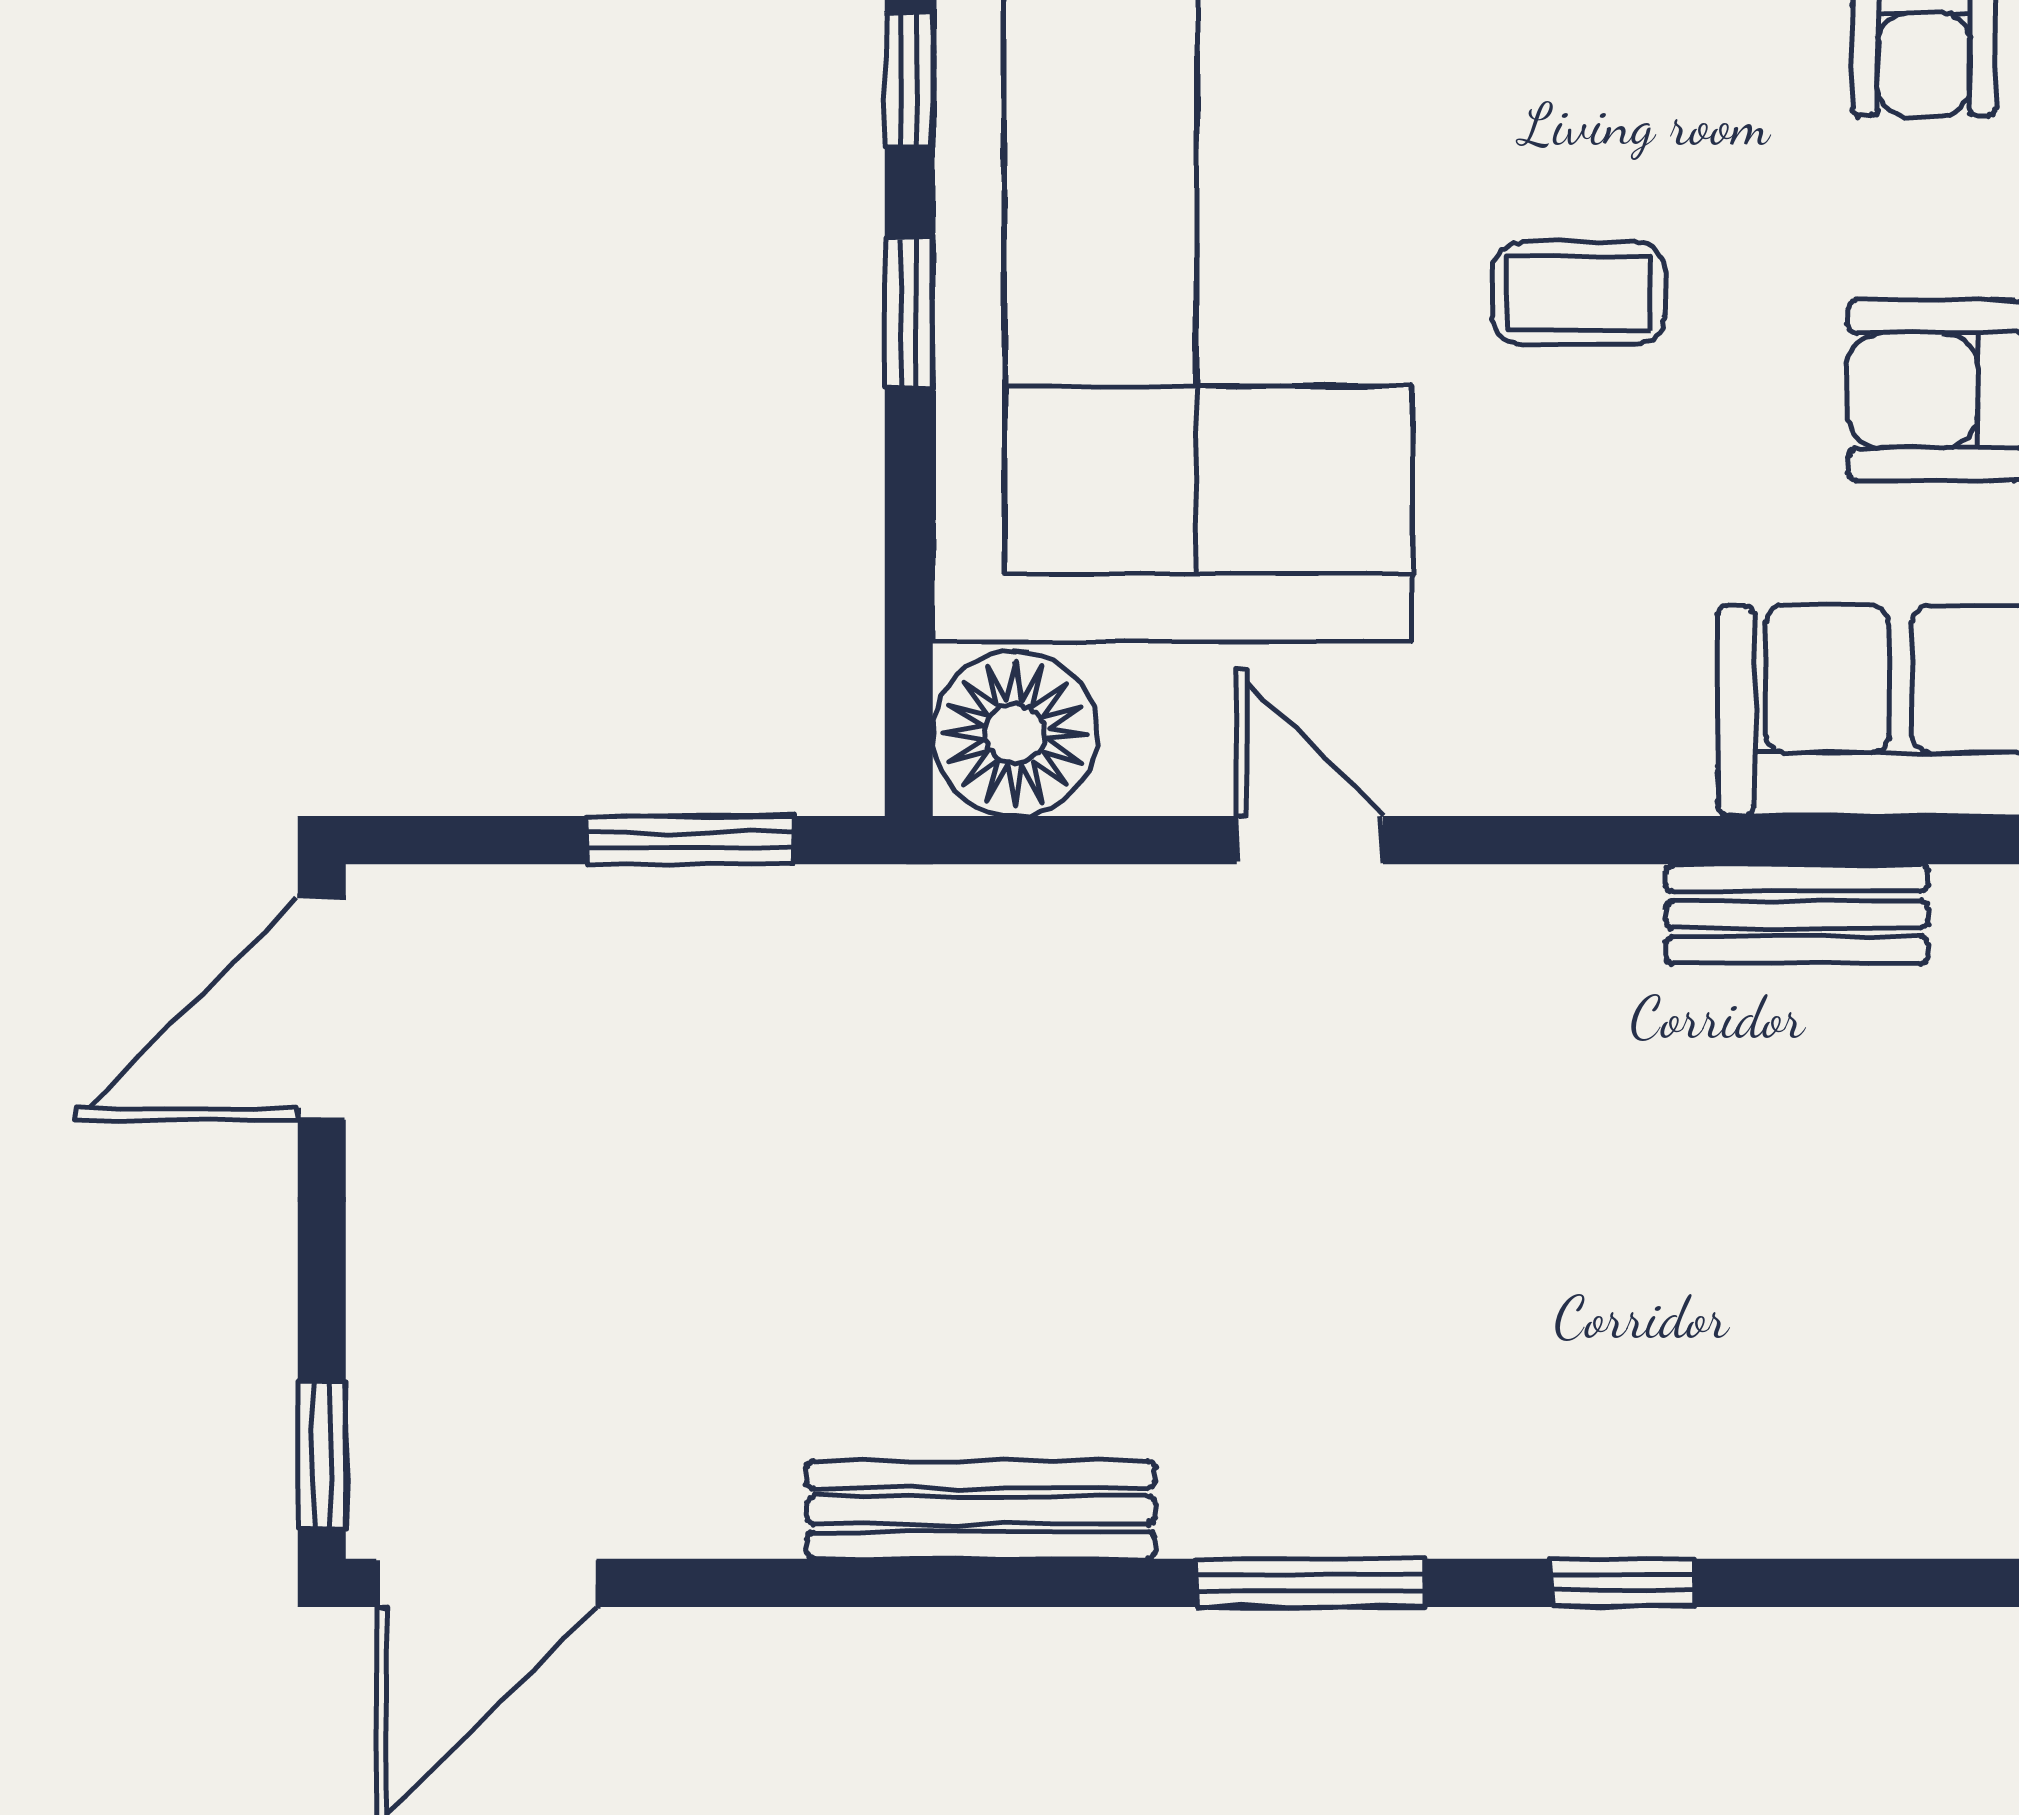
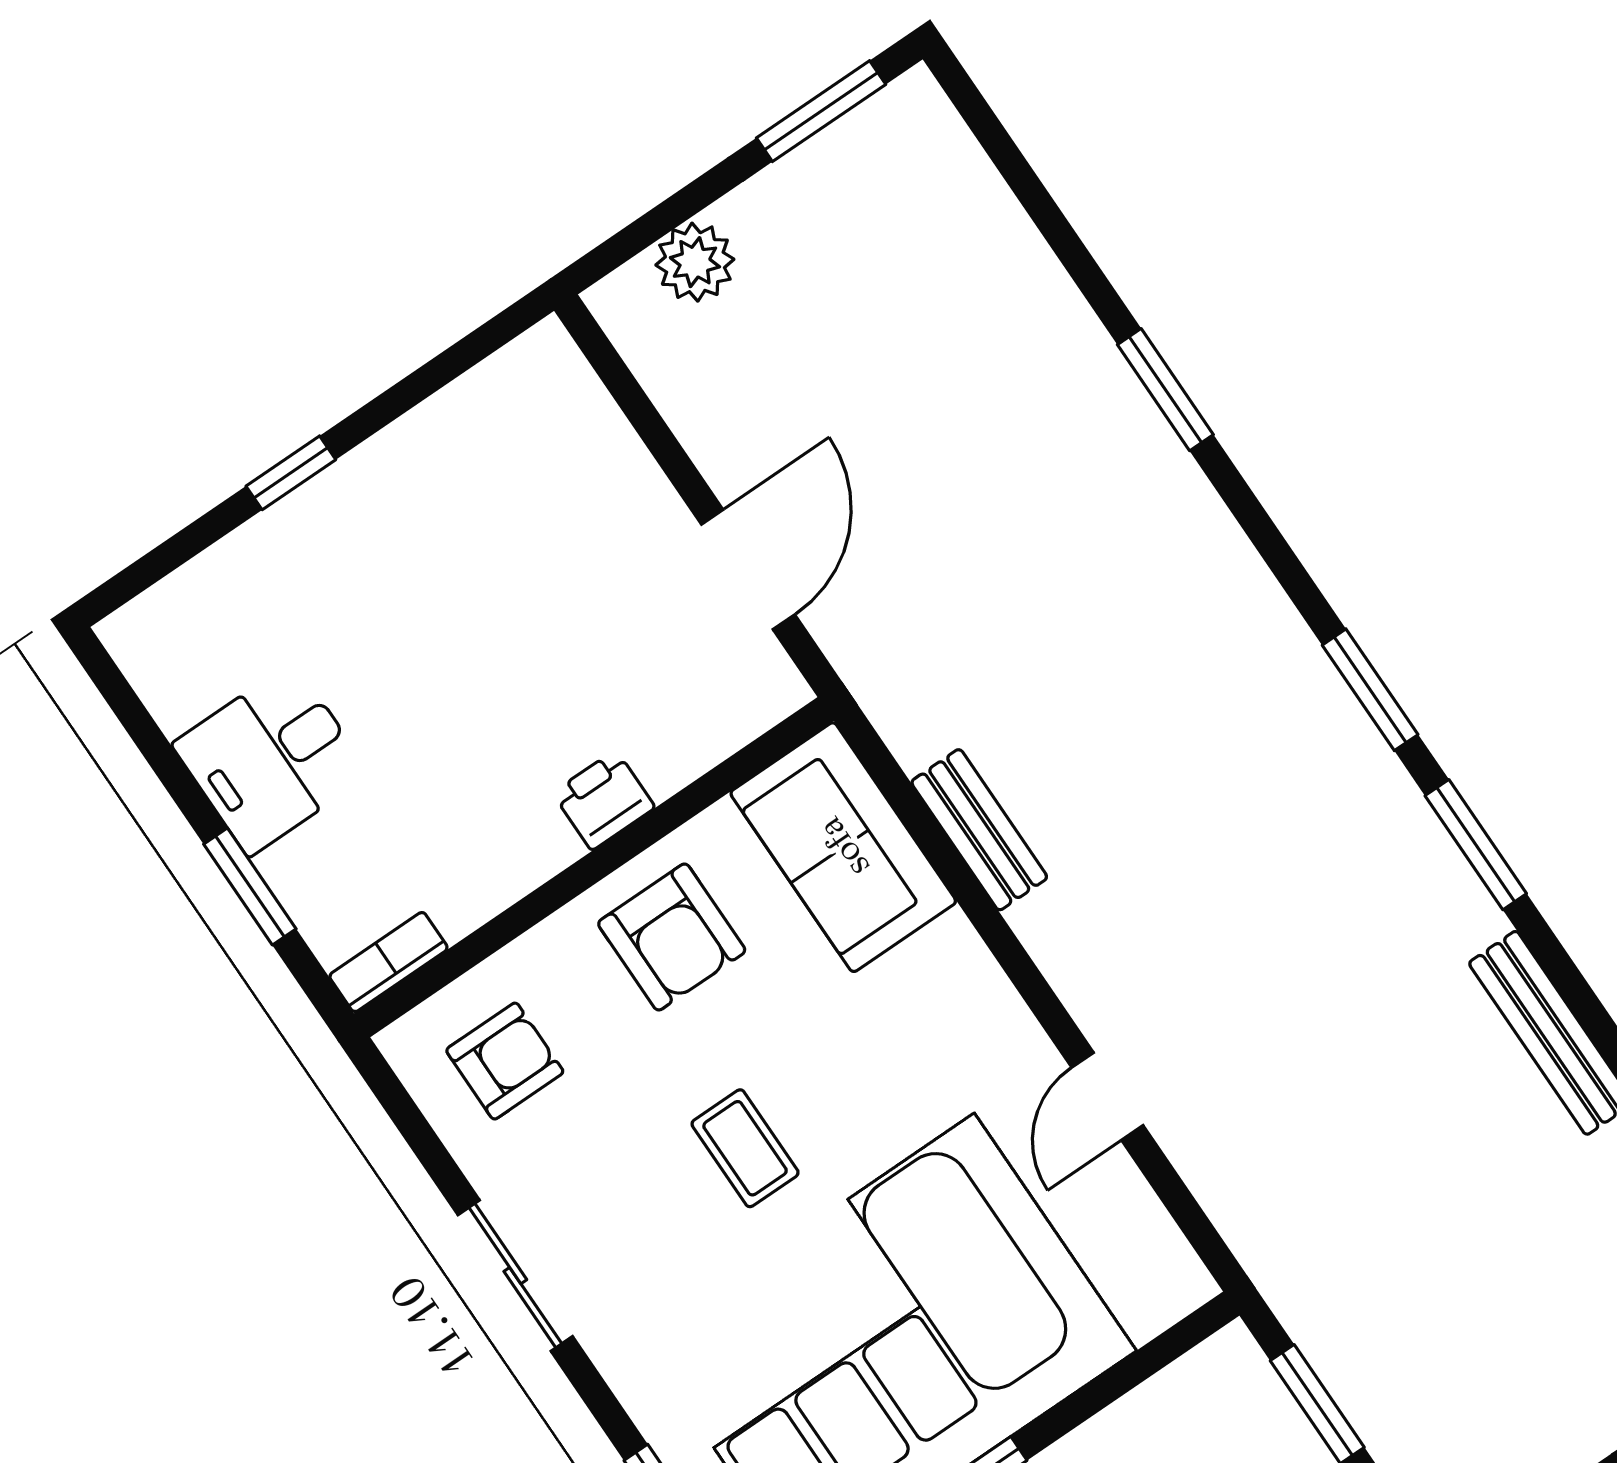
floor lamp: (1015, 734) -> (1154, 1279), removed
window: (1623, 1583) -> (1370, 690), width x1.50

